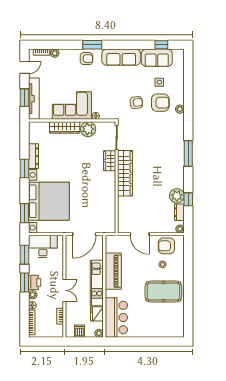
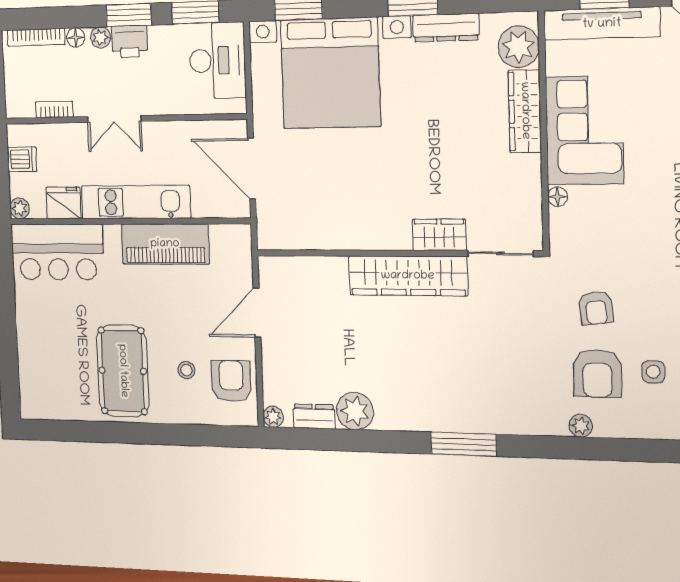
plant: (88, 129) -> (519, 47), moved
window: (188, 199) -> (347, 440), removed

